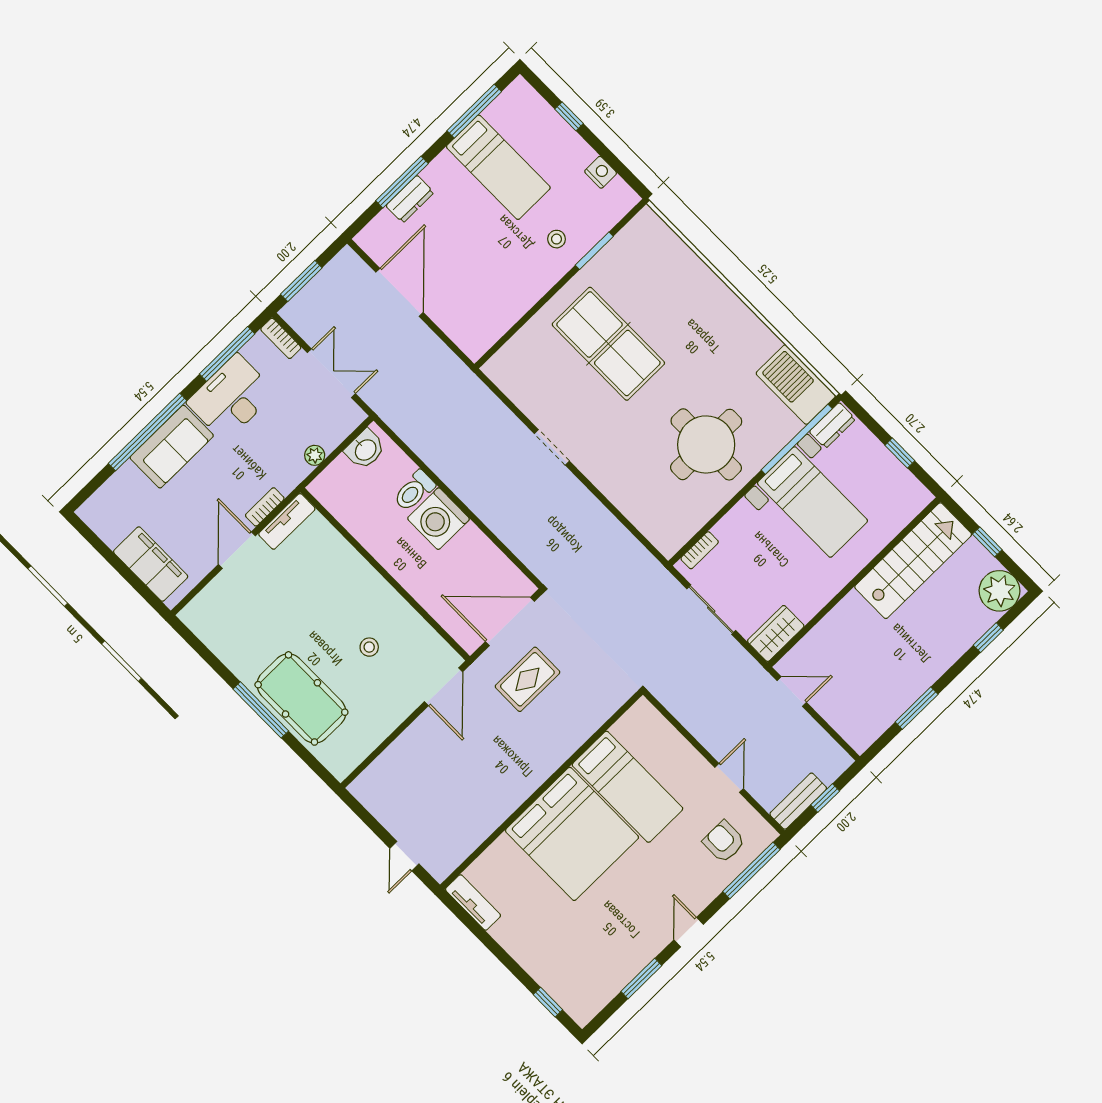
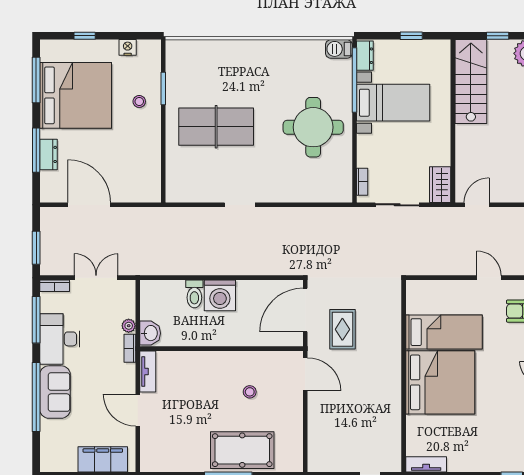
bed: (498, 167) -> (76, 95), width x2.04
barbecue: (796, 385) -> (339, 49), width x0.53, depth x0.65
washbasin: (365, 449) -> (150, 333), moved
bookcase: (265, 507) -> (130, 348), moved

